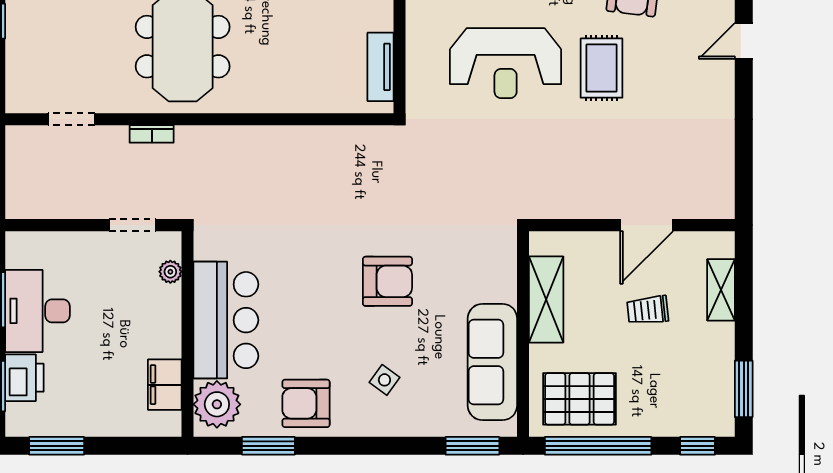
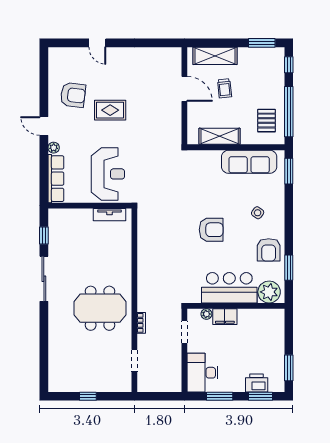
reception desk: (506, 63) -> (108, 174), moved
armchair: (387, 281) -> (211, 230), moved, turned 90
shelving: (721, 290) -> (215, 56), width x1.50, depth x1.33
desk: (37, 311) -> (202, 373), moved, turned 90
filing cabinet: (165, 385) -> (225, 317), moved
pallet: (580, 399) -> (267, 121), width x0.67, depth x0.71

